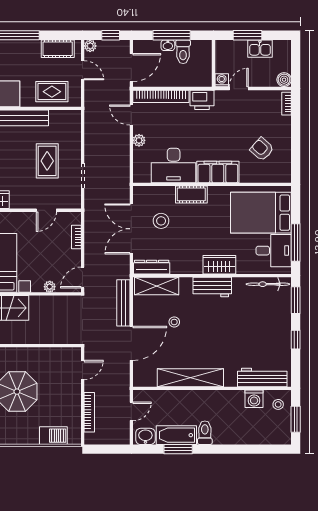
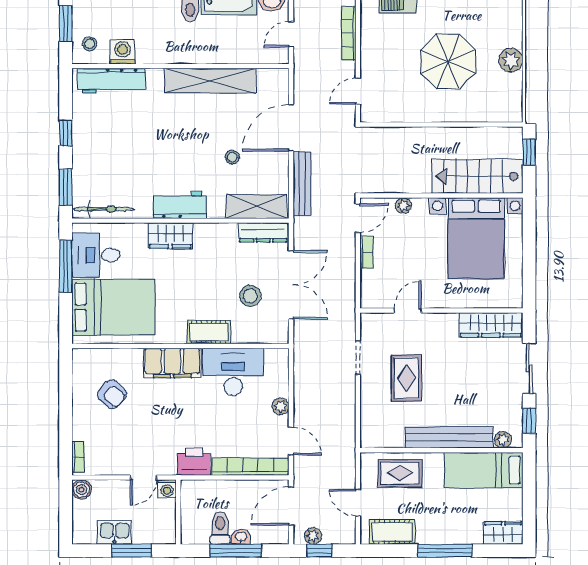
plant: (90, 46) -> (313, 536), moved
bookcase: (76, 237) -> (366, 252), moved

